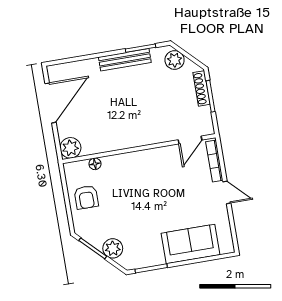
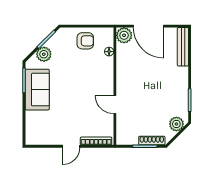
bench: (125, 60) -> (183, 47), moved
door: (50, 103) -> (148, 26), moved
door: (190, 140) -> (115, 105), moved
armchair: (86, 197) -> (85, 41), turned 180
sofa: (191, 244) -> (37, 90), moved

